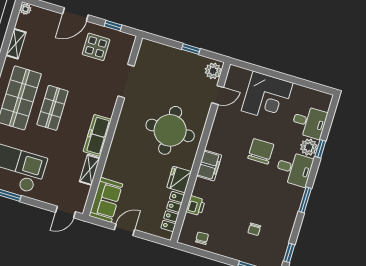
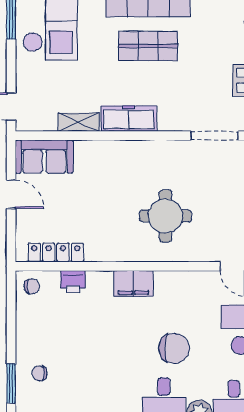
round table: (170, 130) -> (165, 216), width x0.73, depth x0.73
fridge: (179, 179) -> (102, 248), removed
chair: (254, 229) -> (39, 373), moved
chair: (202, 238) -> (32, 286), moved

